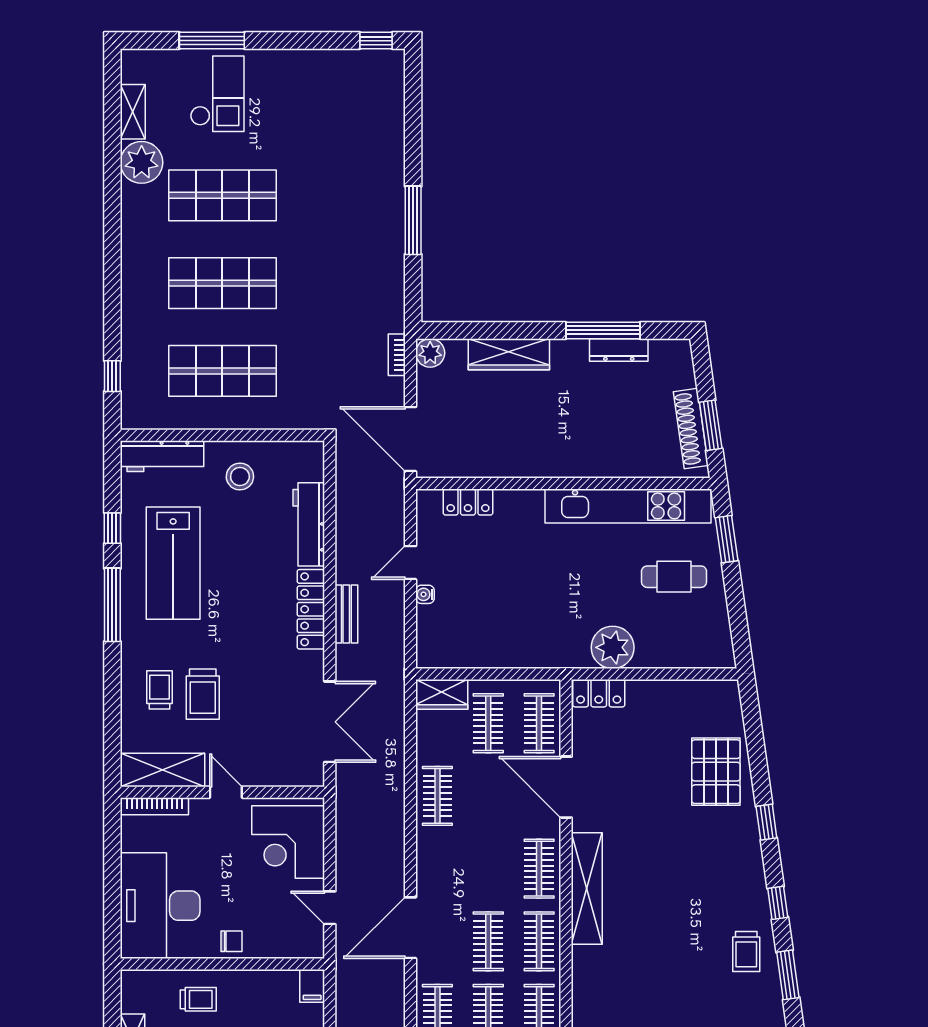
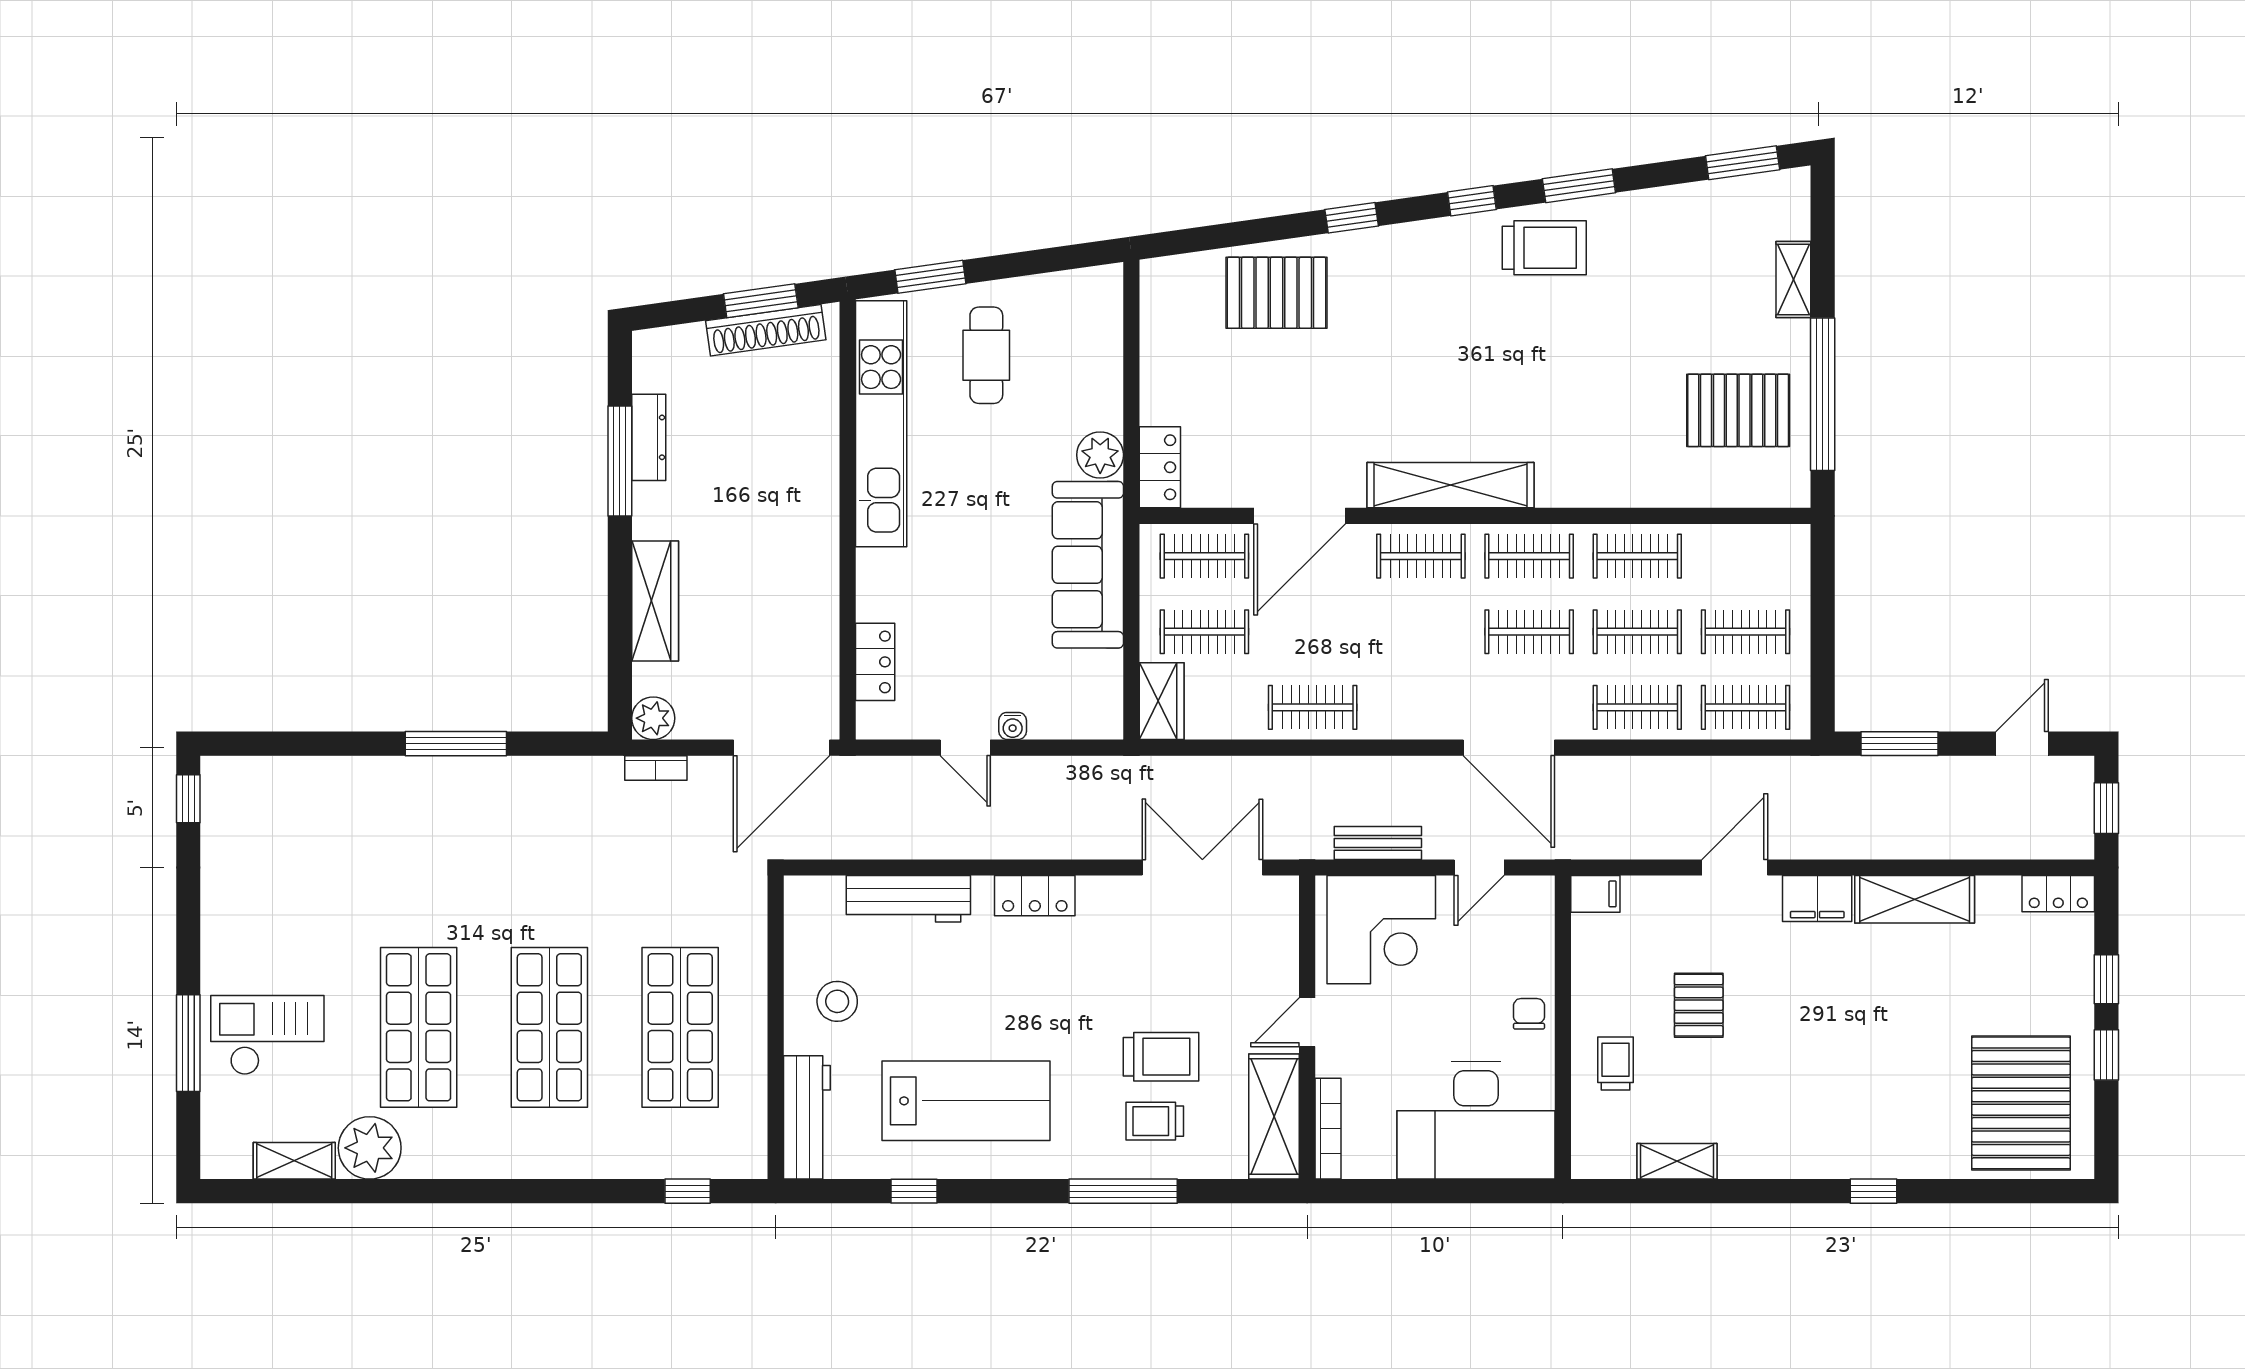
window: (112, 605) -> (1123, 1191), moved
locker: (311, 609) -> (1035, 896), width x0.66
bench: (346, 614) -> (1378, 843), moved
sofa: (533, 645) -> (1088, 565), added
plant: (613, 647) -> (1100, 455), width x0.73, depth x0.73
trolley: (746, 951) -> (1544, 248), width x1.36, depth x1.39

